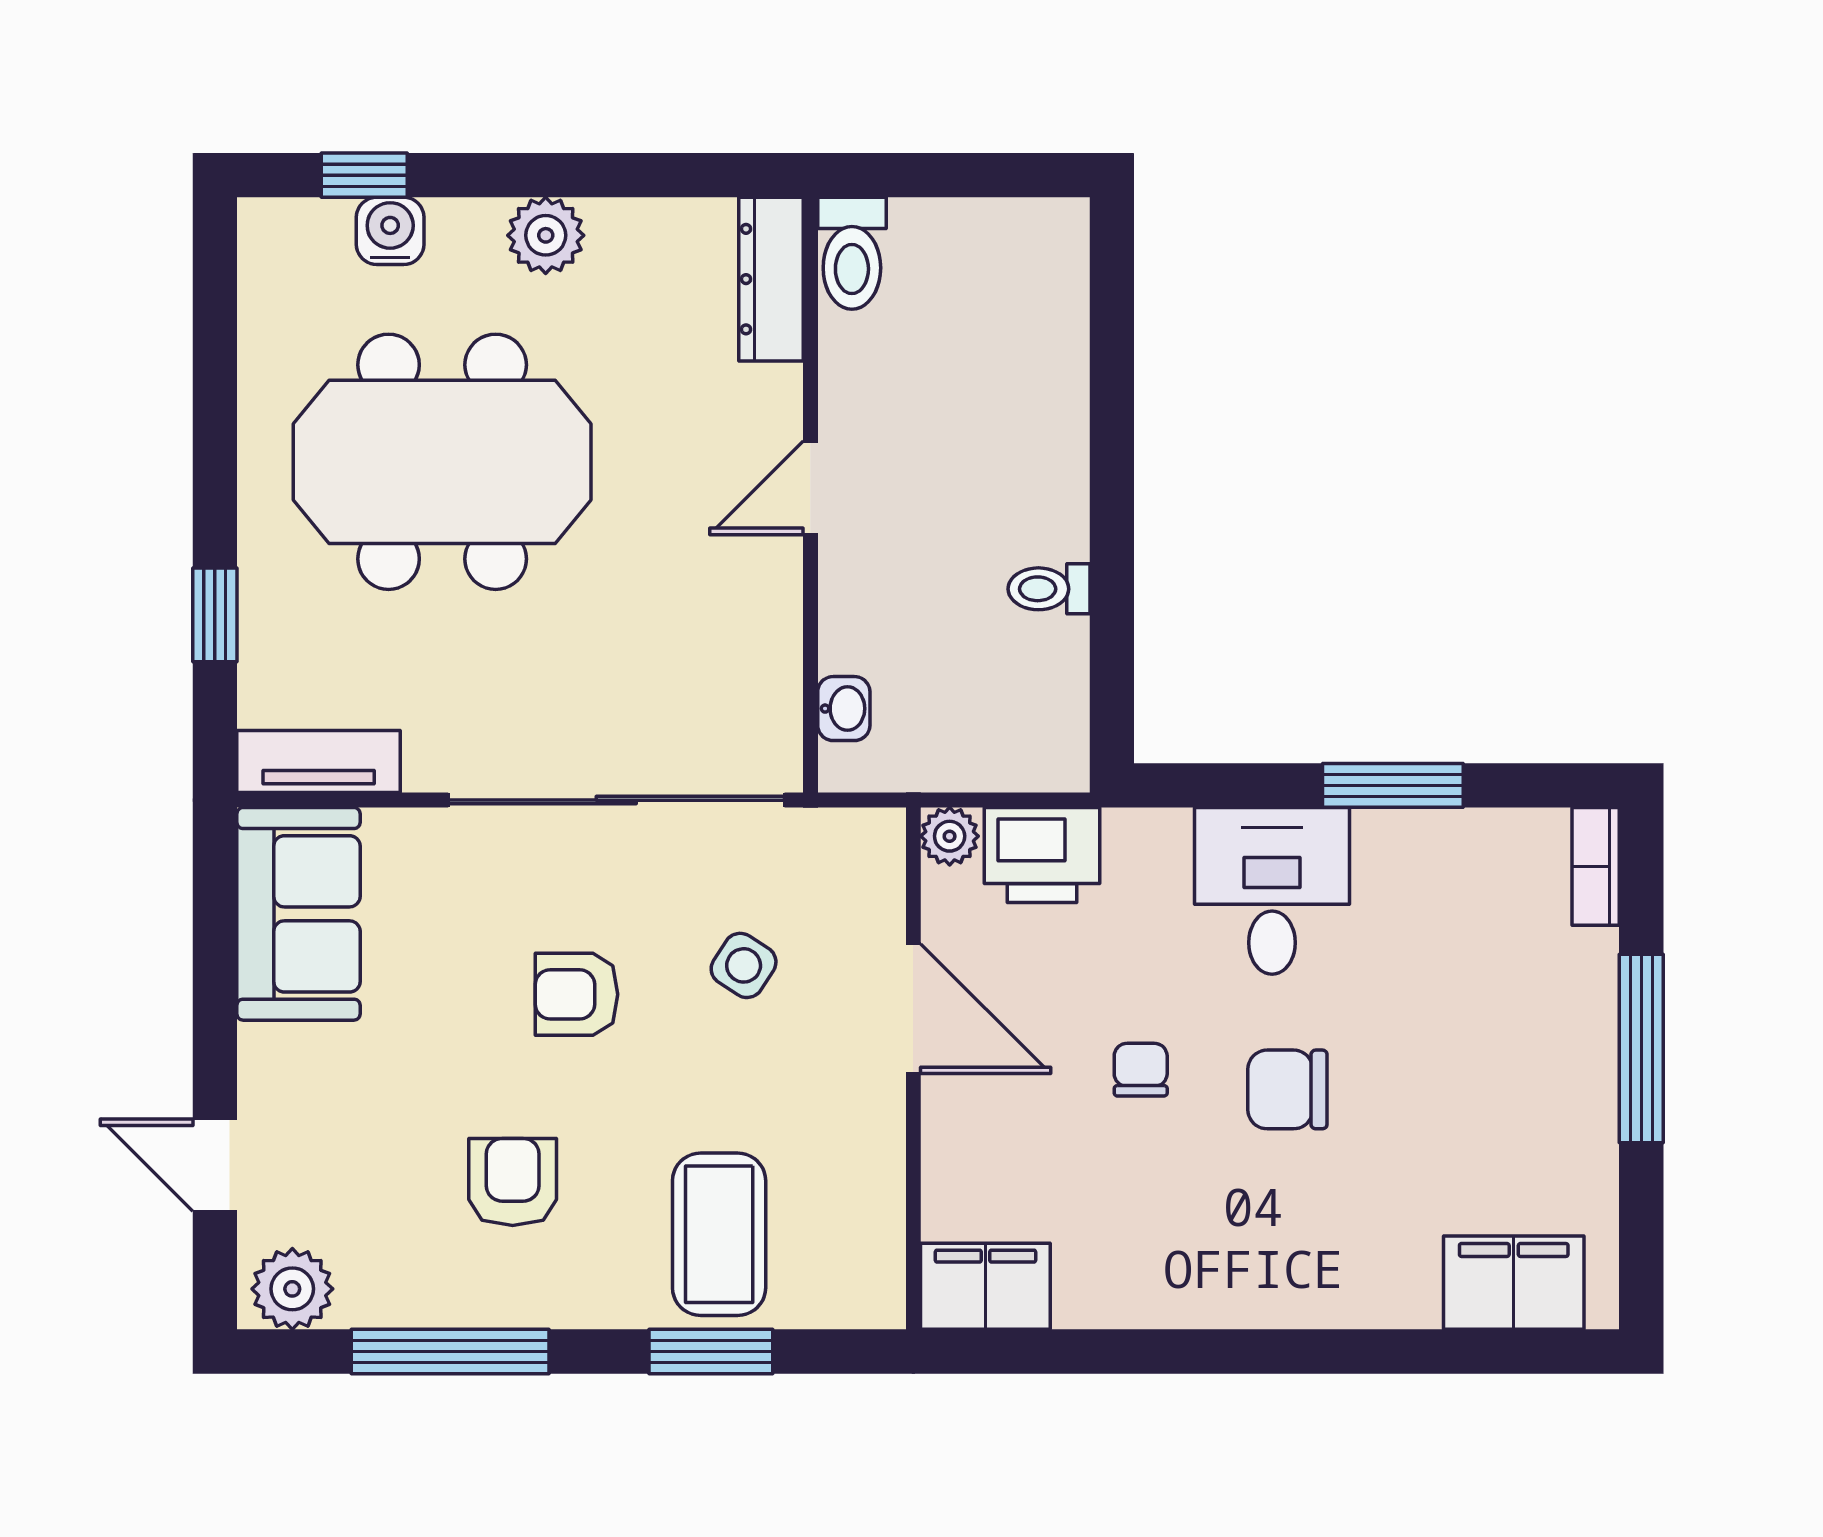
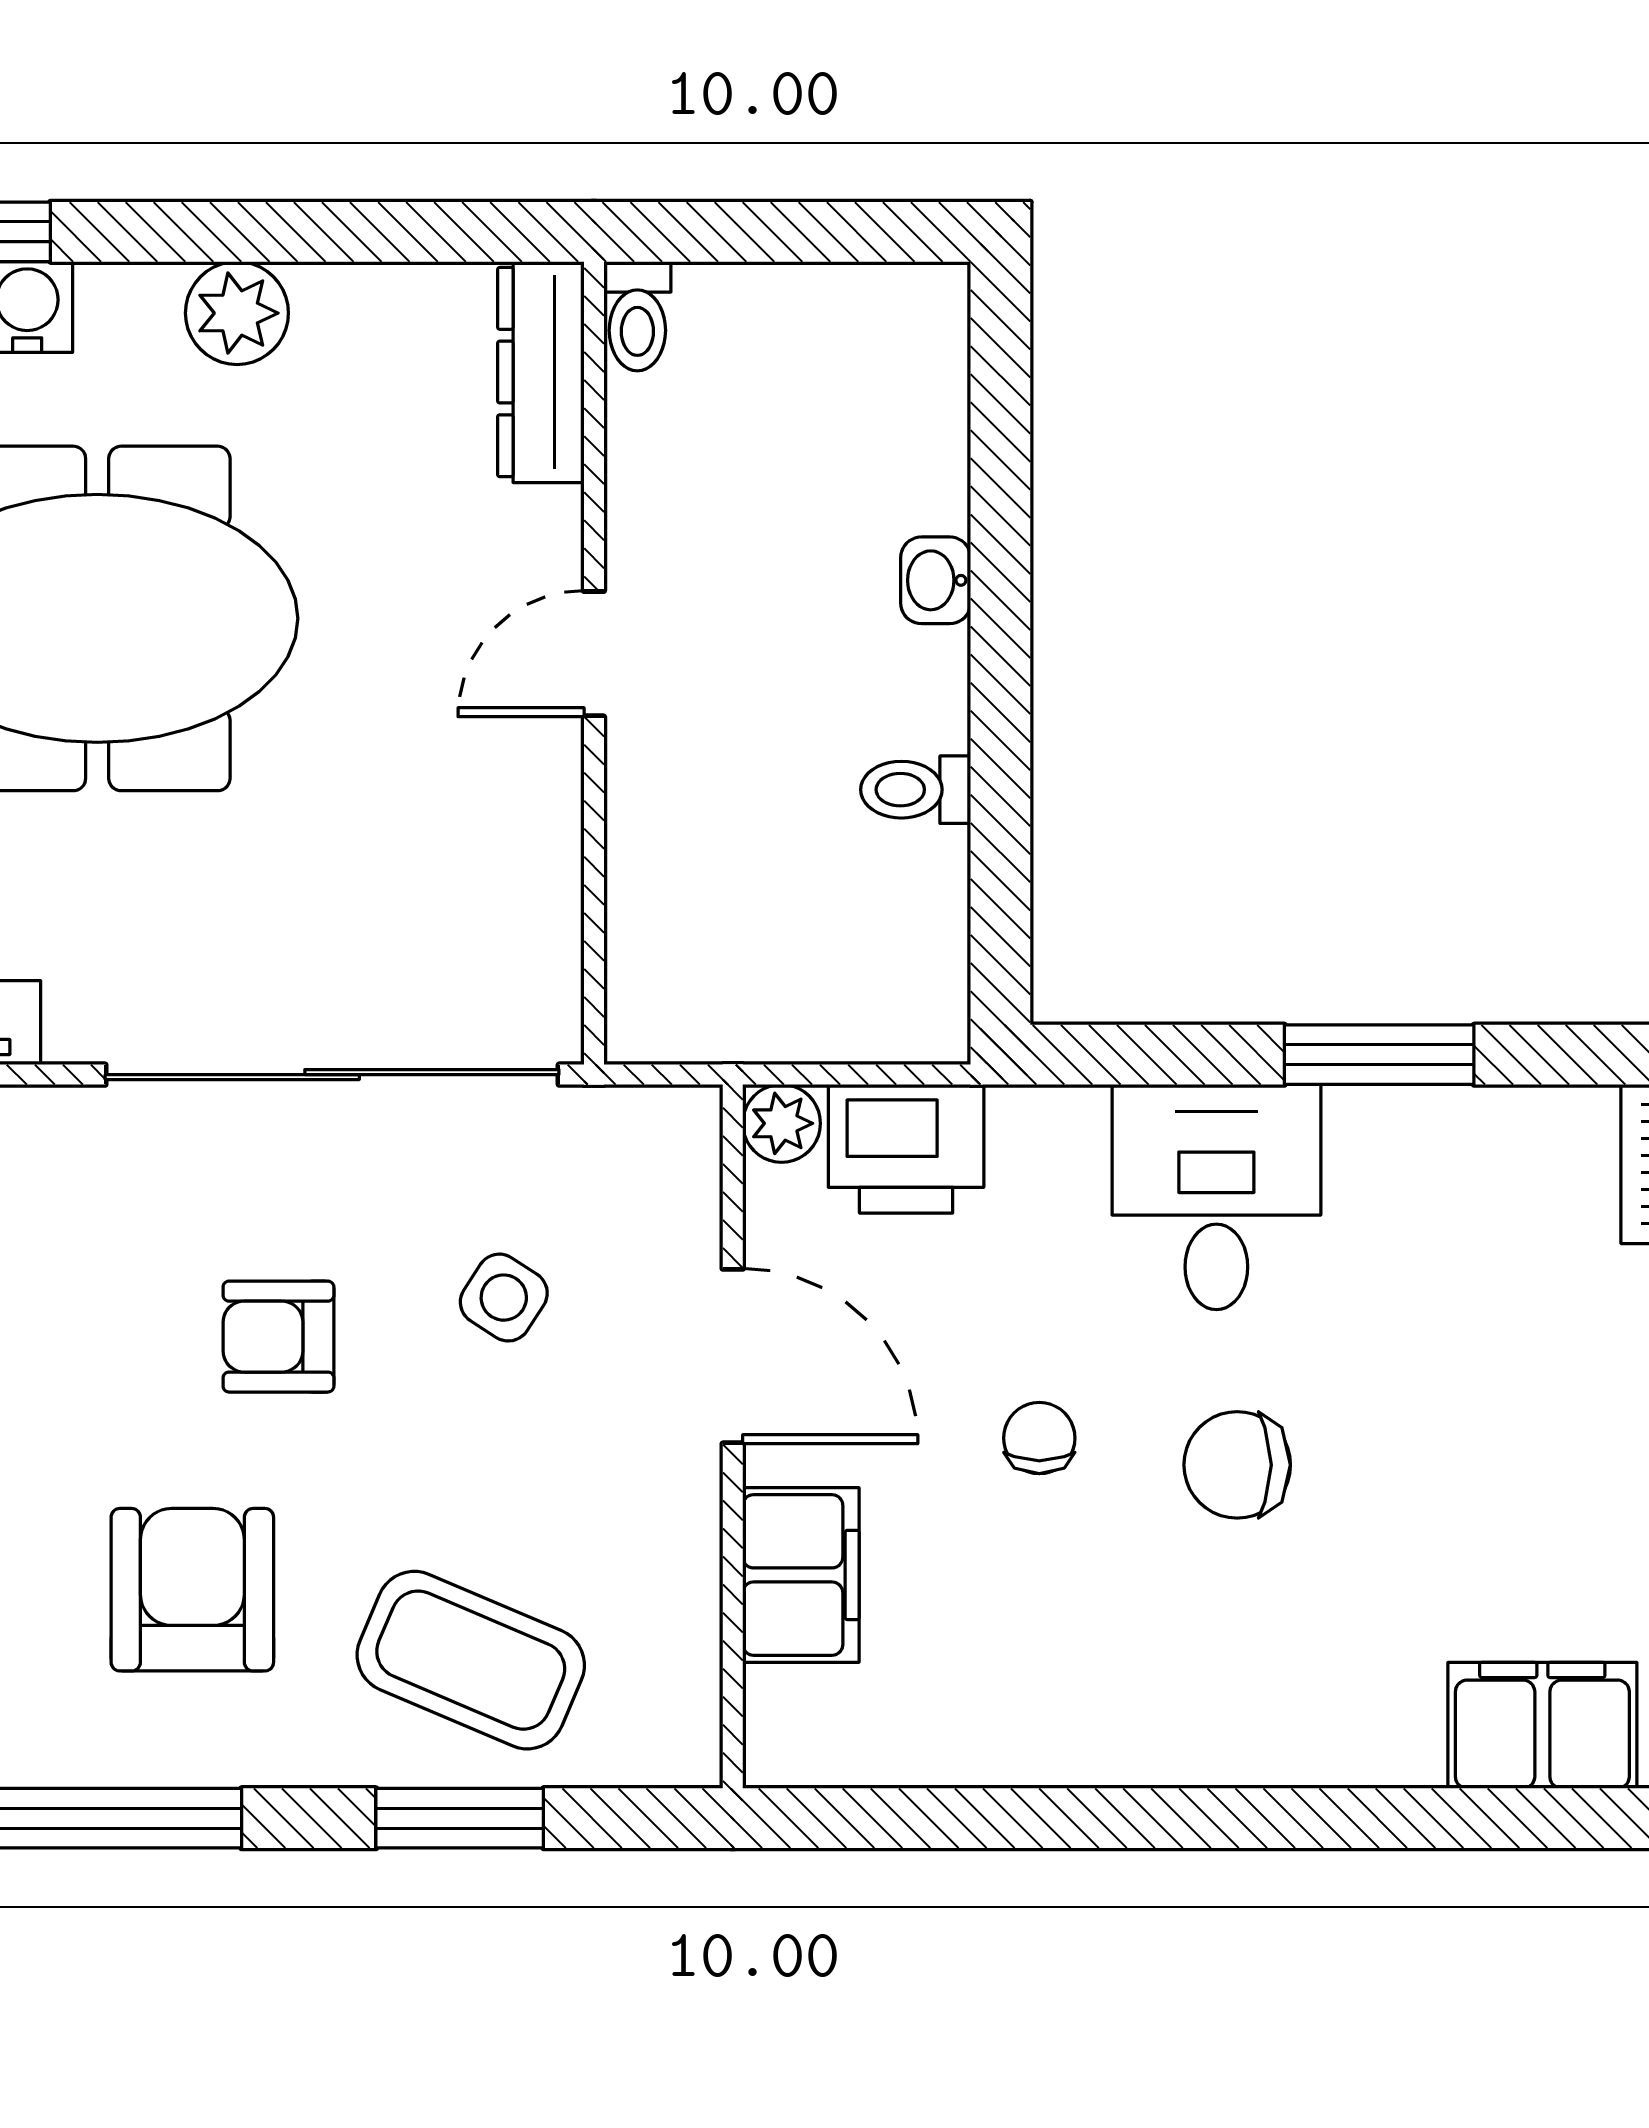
toilet: (852, 253) -> (637, 316), width x0.73, depth x0.72
washbasin: (844, 709) -> (936, 580), moved, turned 180
armchair: (513, 1182) -> (192, 1590), width x1.38, depth x1.38
coffee table: (719, 1234) -> (471, 1660), turned -67
filing cabinet: (985, 1286) -> (801, 1575), moved, turned 90

